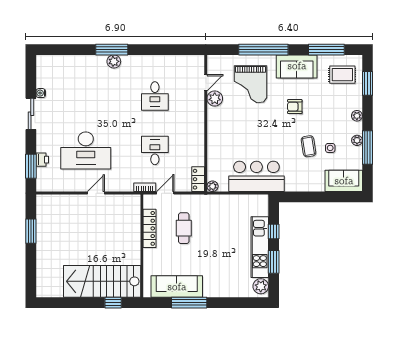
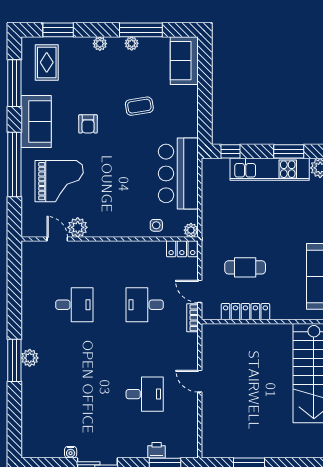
side table: (330, 148) -> (156, 225), moved
desk: (86, 150) -> (145, 394), width x0.53, depth x0.77
window: (274, 231) -> (231, 151), moved

